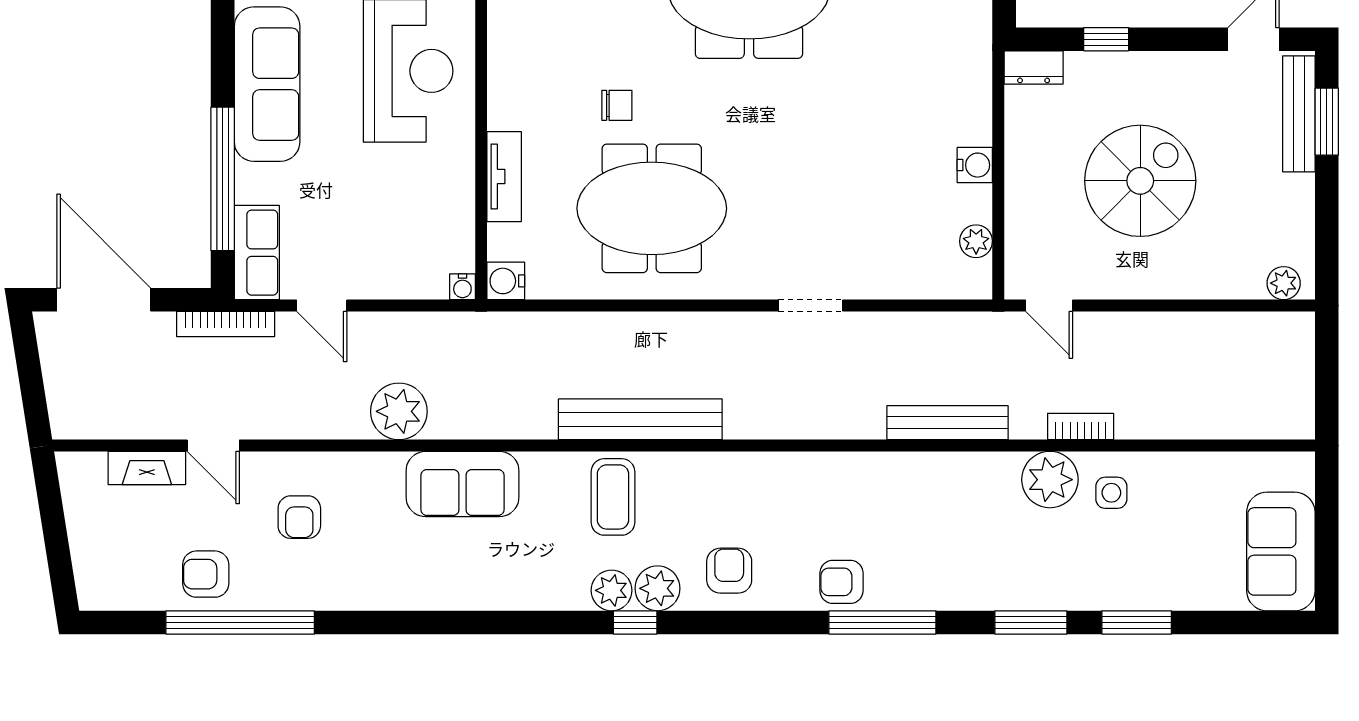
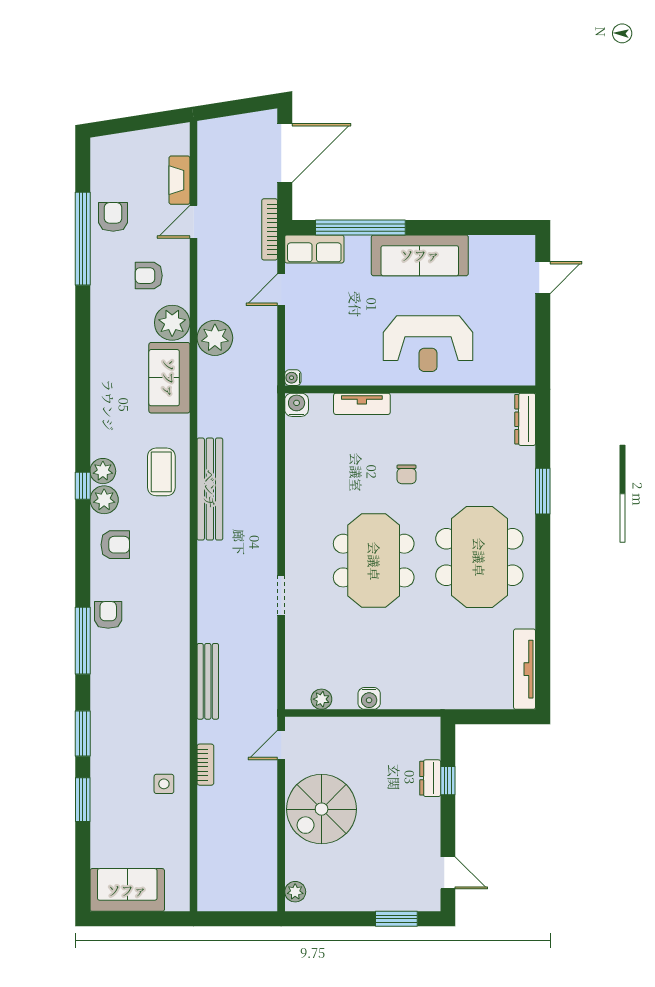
dresser: (1034, 68) -> (430, 778), moved
bench: (1299, 114) -> (401, 901), removed
spiral stairs: (1140, 181) -> (322, 809), moved, turned 90
meeting table: (652, 208) -> (374, 561), moved
plant: (1050, 480) -> (172, 323), moved
coffee table: (613, 497) -> (161, 472), turned 90

